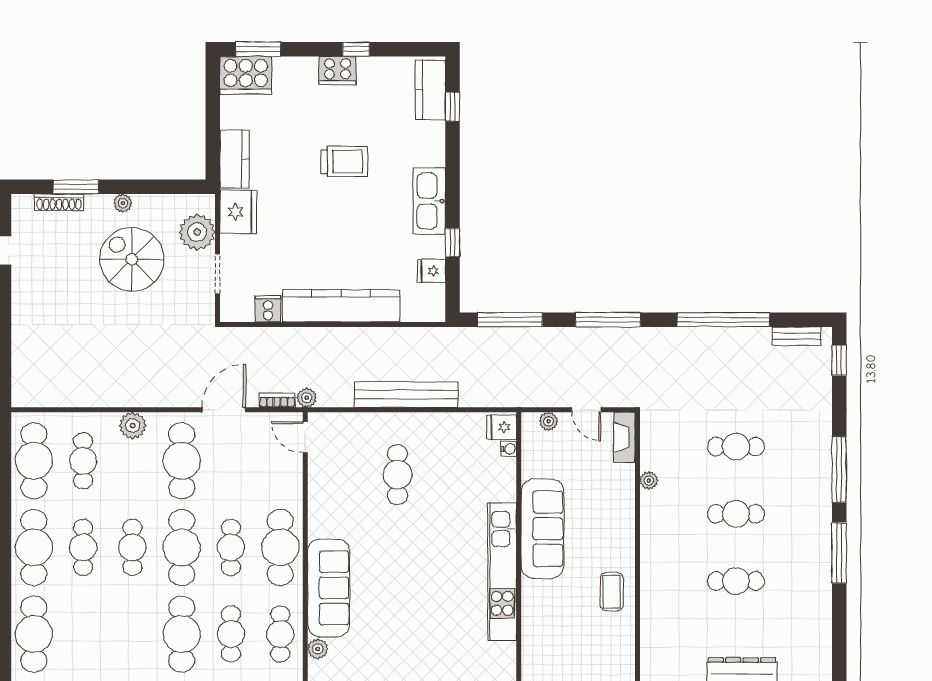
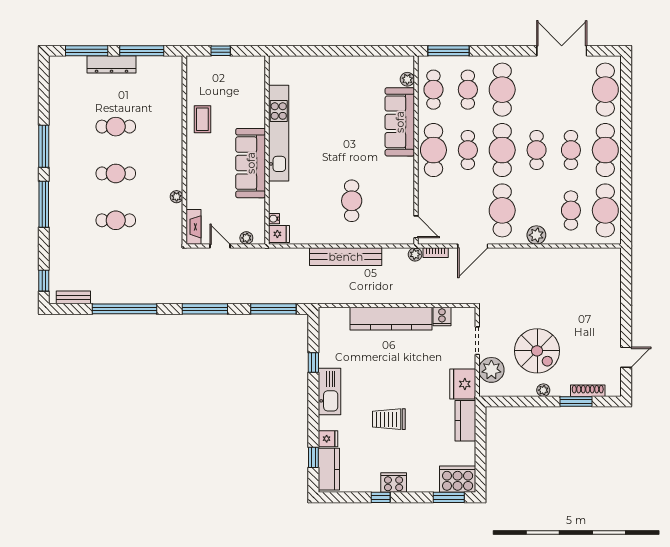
fridge: (431, 271) -> (328, 439), moved

